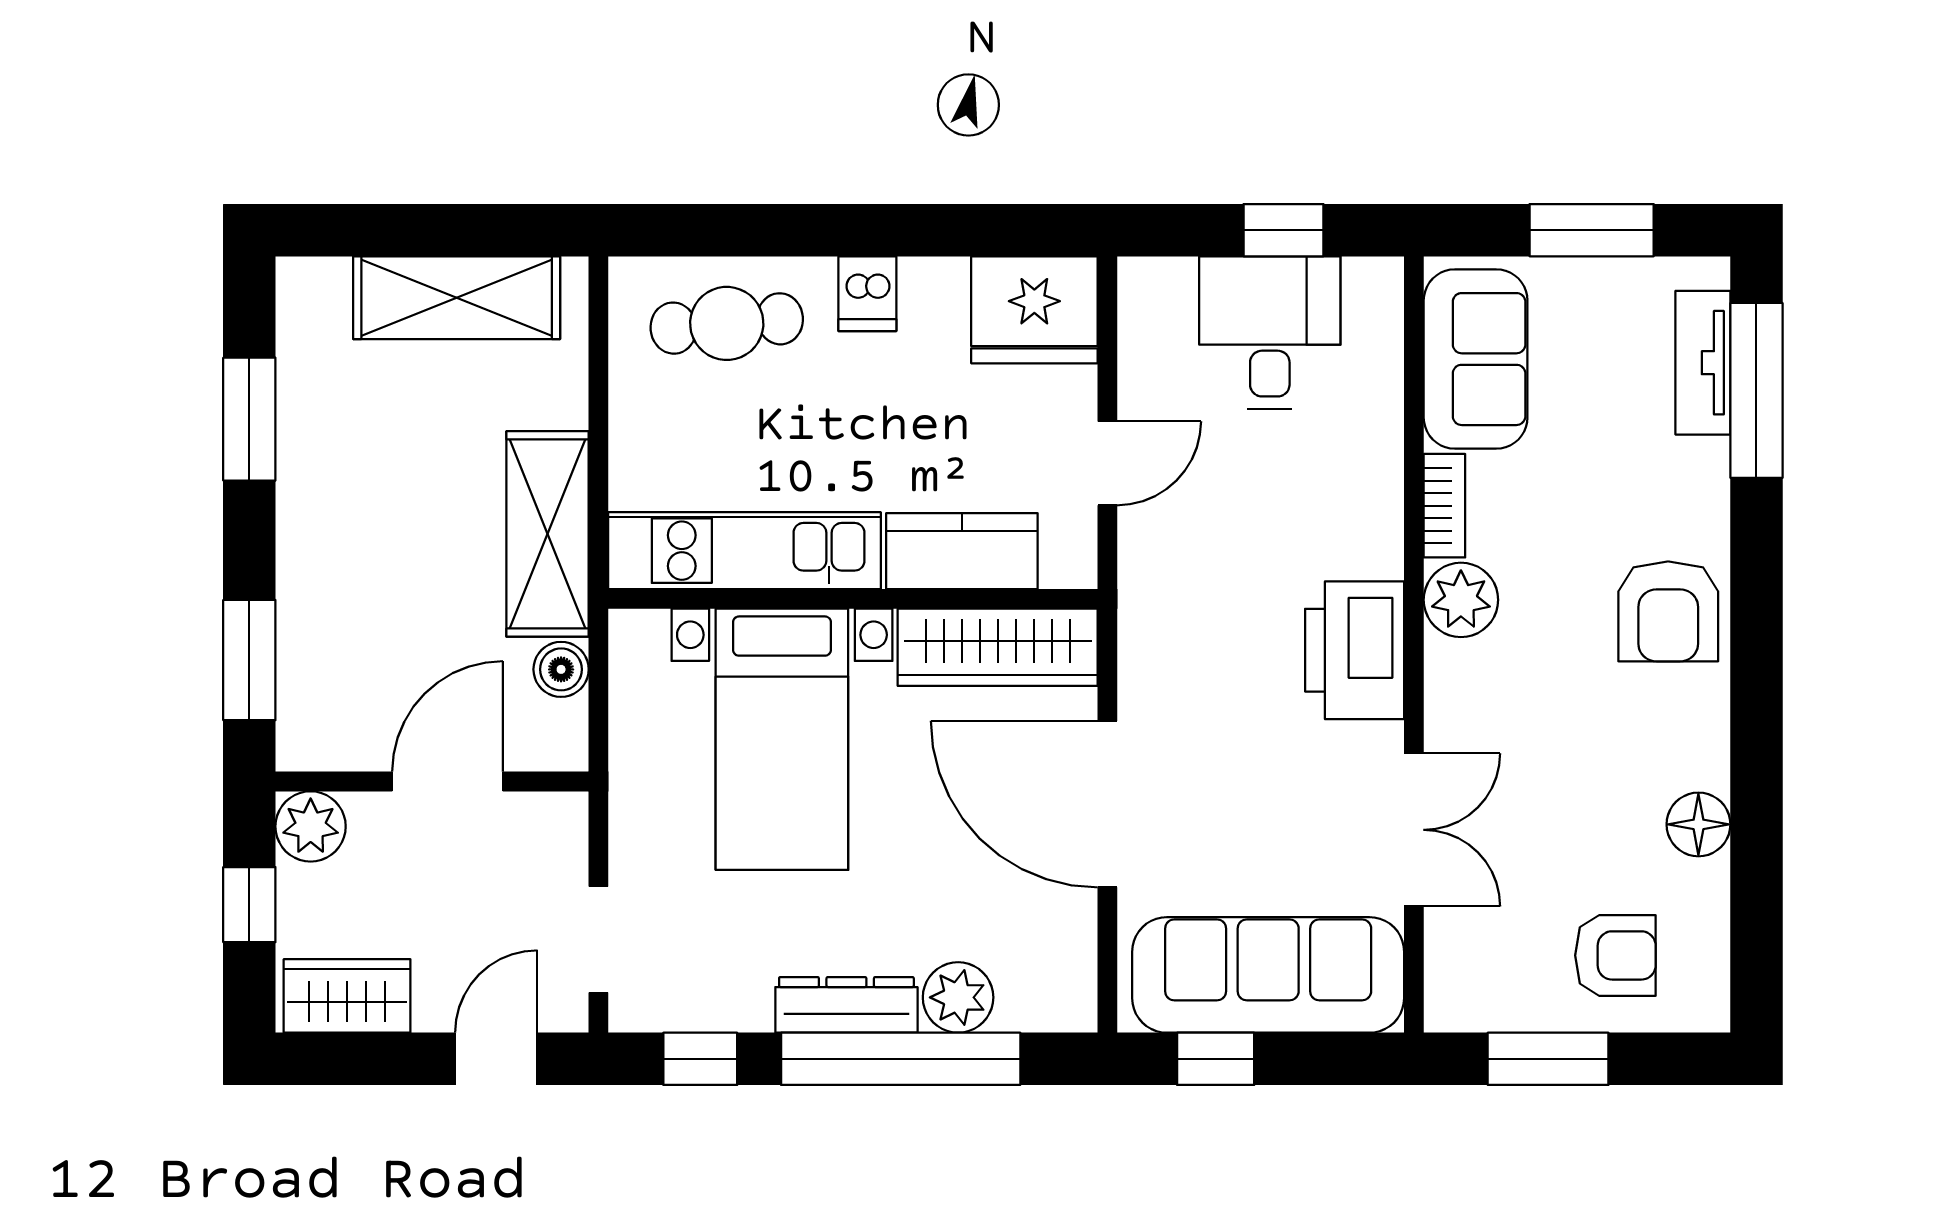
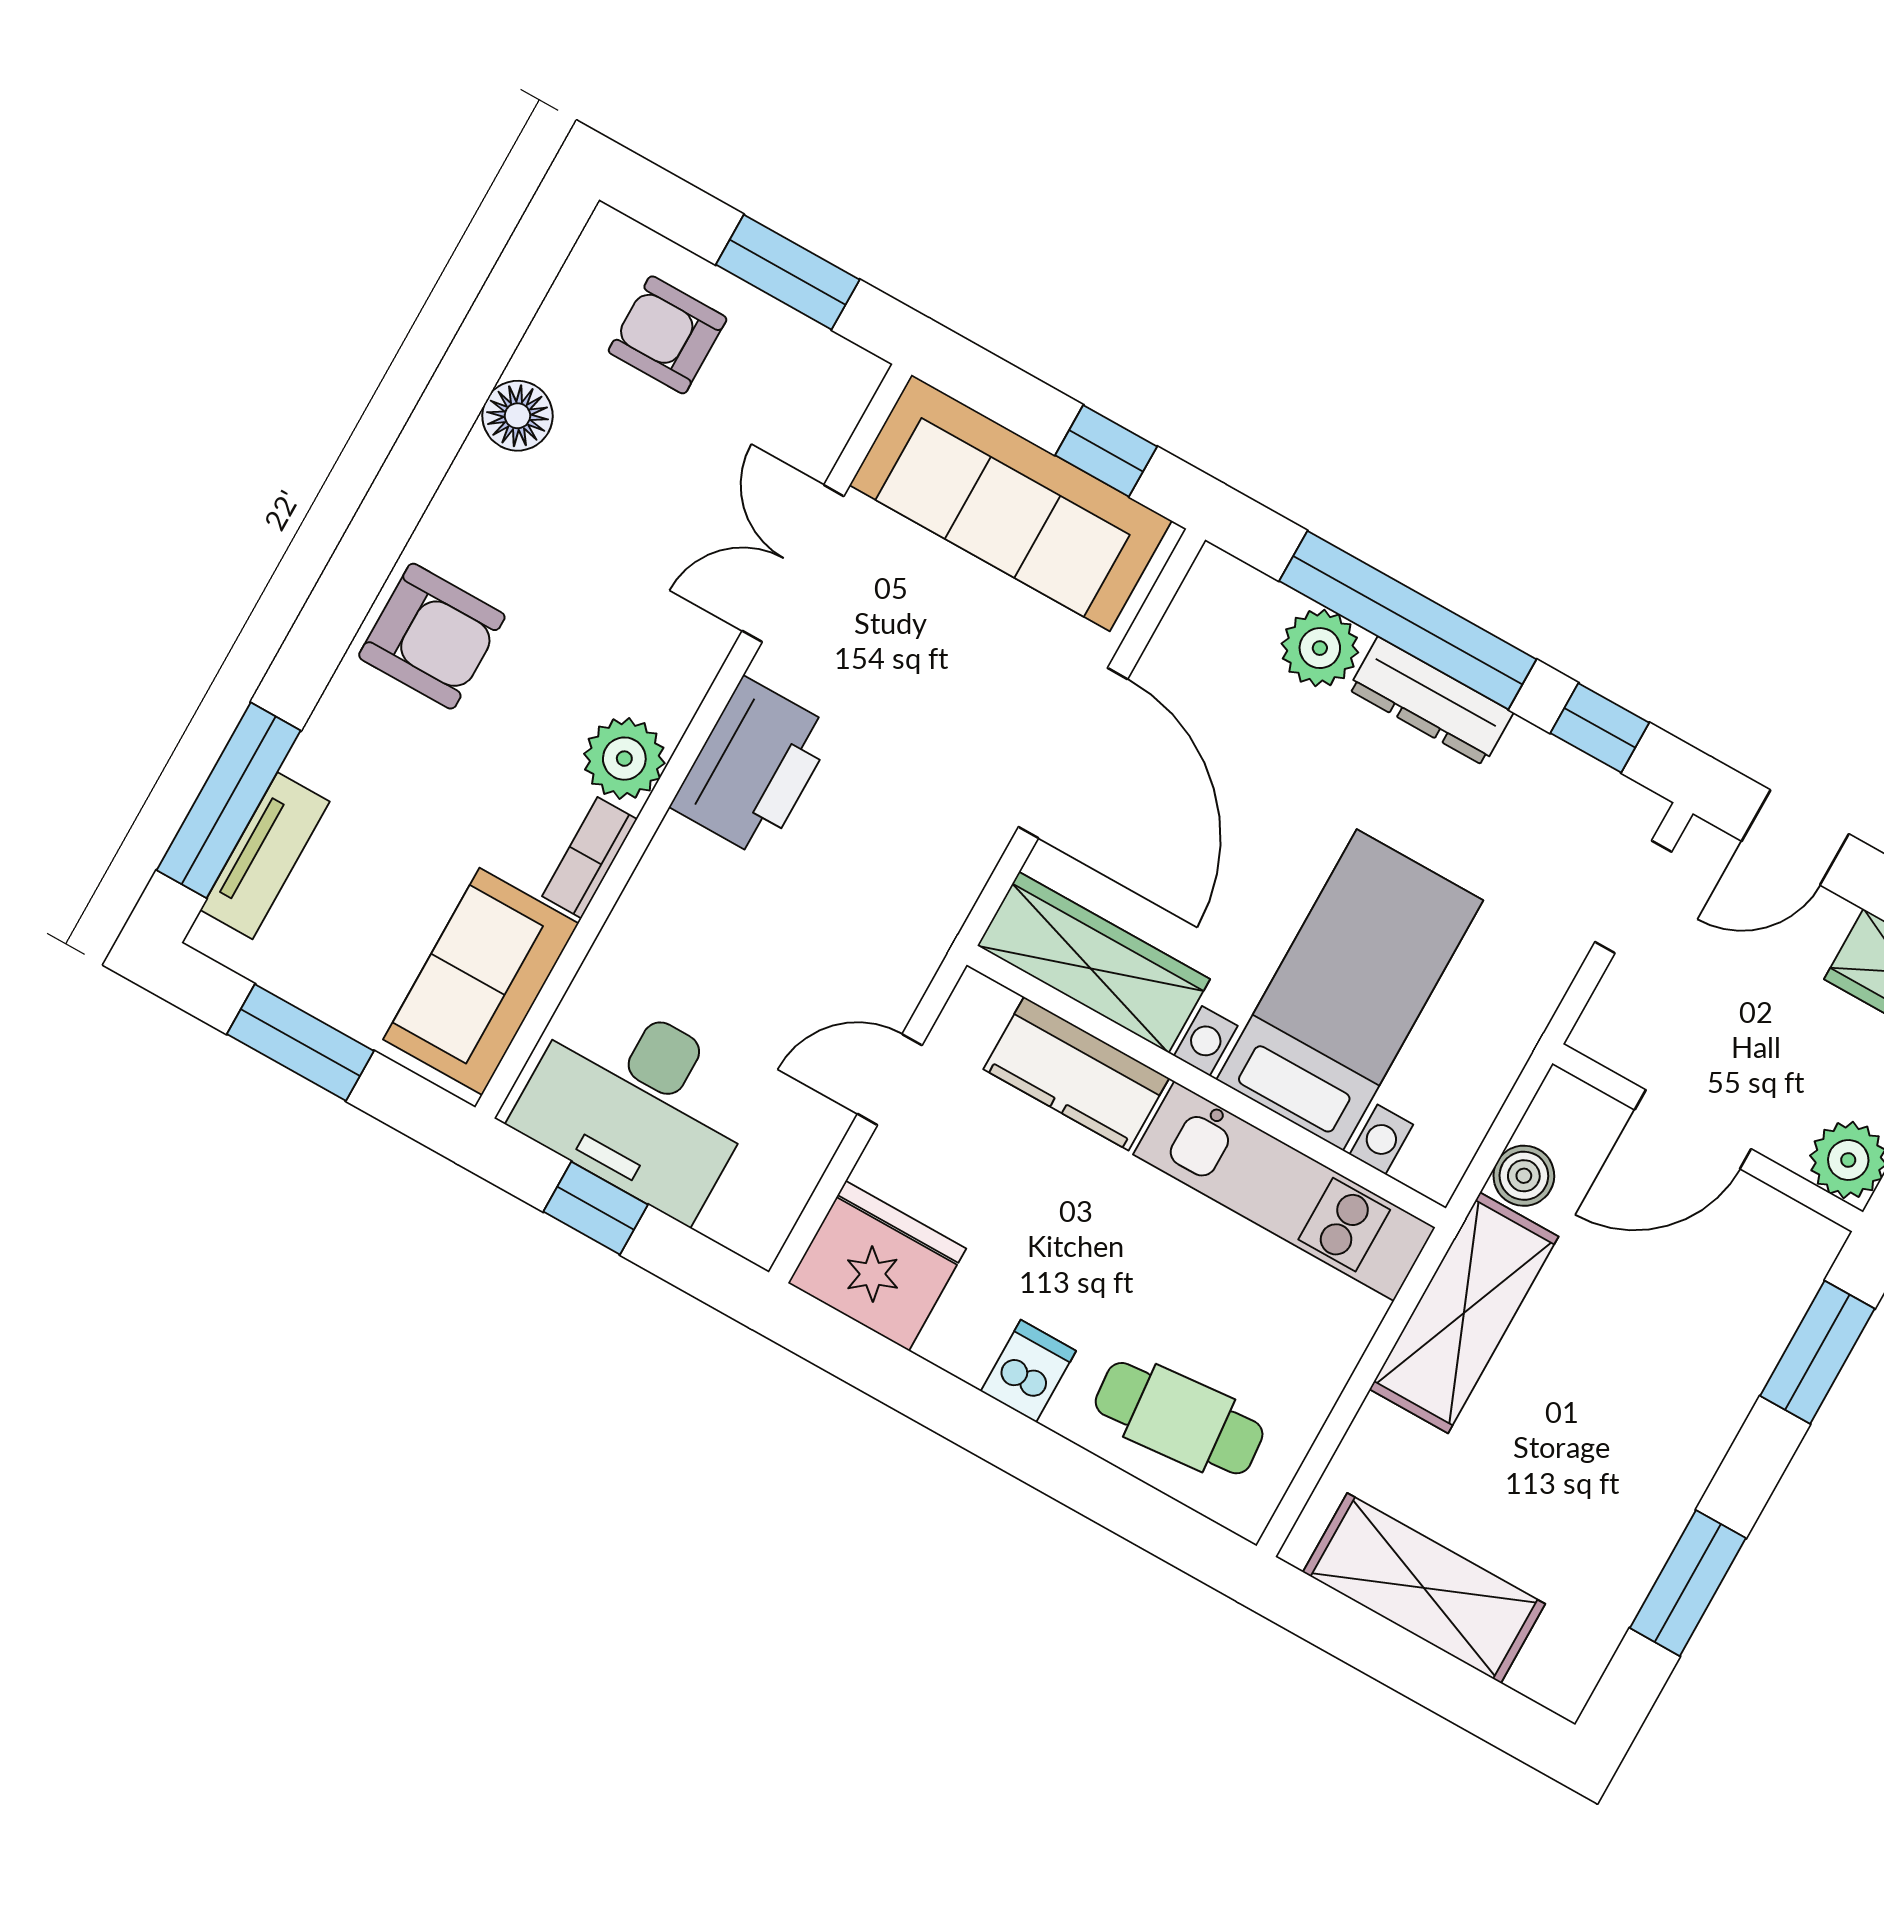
desk: (1270, 332) -> (638, 1103), width x1.37
armchair: (1668, 611) -> (432, 636), turned 90

